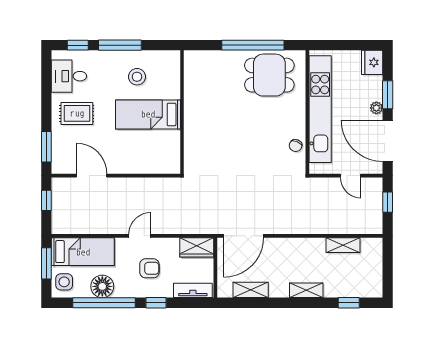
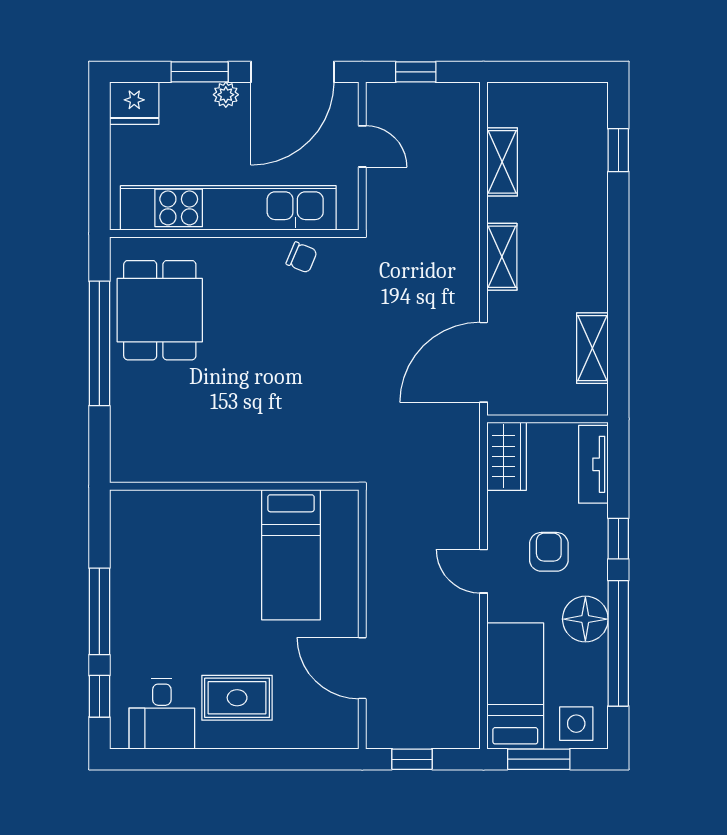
stool: (137, 77) -> (163, 577), removed
rug: (77, 113) -> (237, 698), turned 90
bed: (148, 114) -> (291, 555), moved
window: (46, 147) -> (304, 759), removed
door: (92, 176) -> (362, 668), hinge flipped
door: (351, 176) -> (362, 146), hinge flipped
door: (244, 236) -> (484, 362), swing flipped
floor lamp: (102, 286) -> (585, 619), moved
shelving: (306, 290) -> (502, 257), moved

